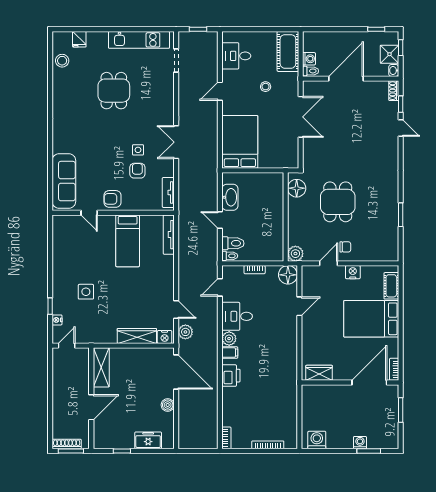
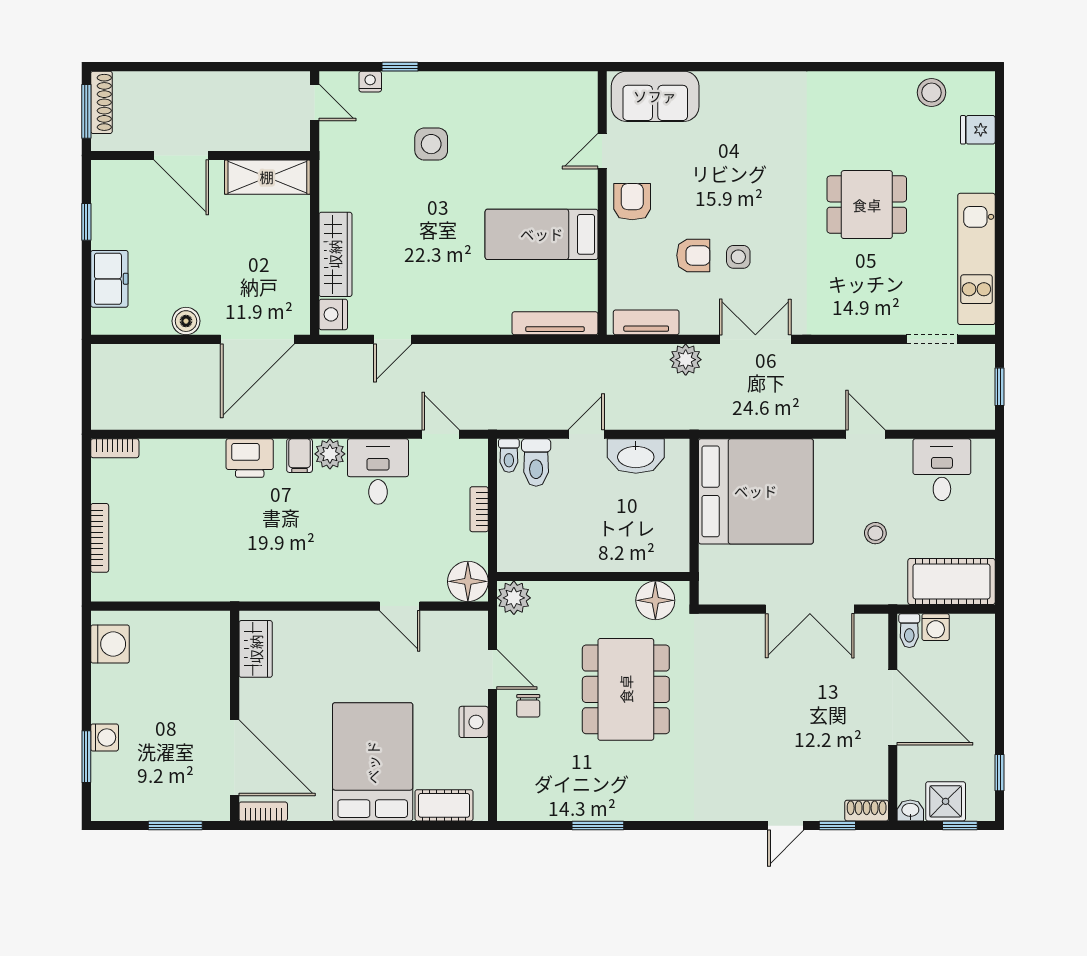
bed: (240, 142) -> (756, 491), width x1.36
sofa: (64, 181) -> (655, 96), width x0.73
dining table: (338, 202) -> (626, 689), width x1.38
plant: (185, 332) -> (686, 360), moved

